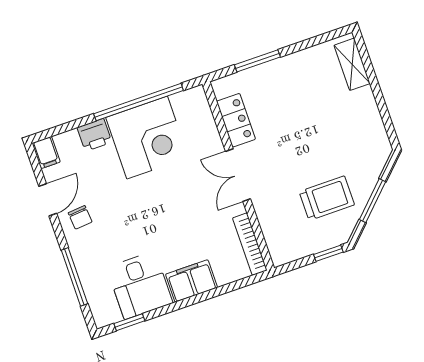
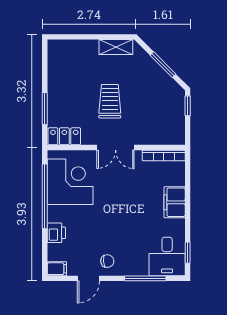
shelving: (352, 64) -> (116, 47), moved
locker: (236, 120) -> (64, 136), moved
corner desk: (147, 138) -> (70, 182), moved
trolley: (327, 198) -> (110, 101), moved
door: (48, 200) -> (88, 278), swing flipped
desk: (140, 285) -> (167, 256), moved, turned 90

